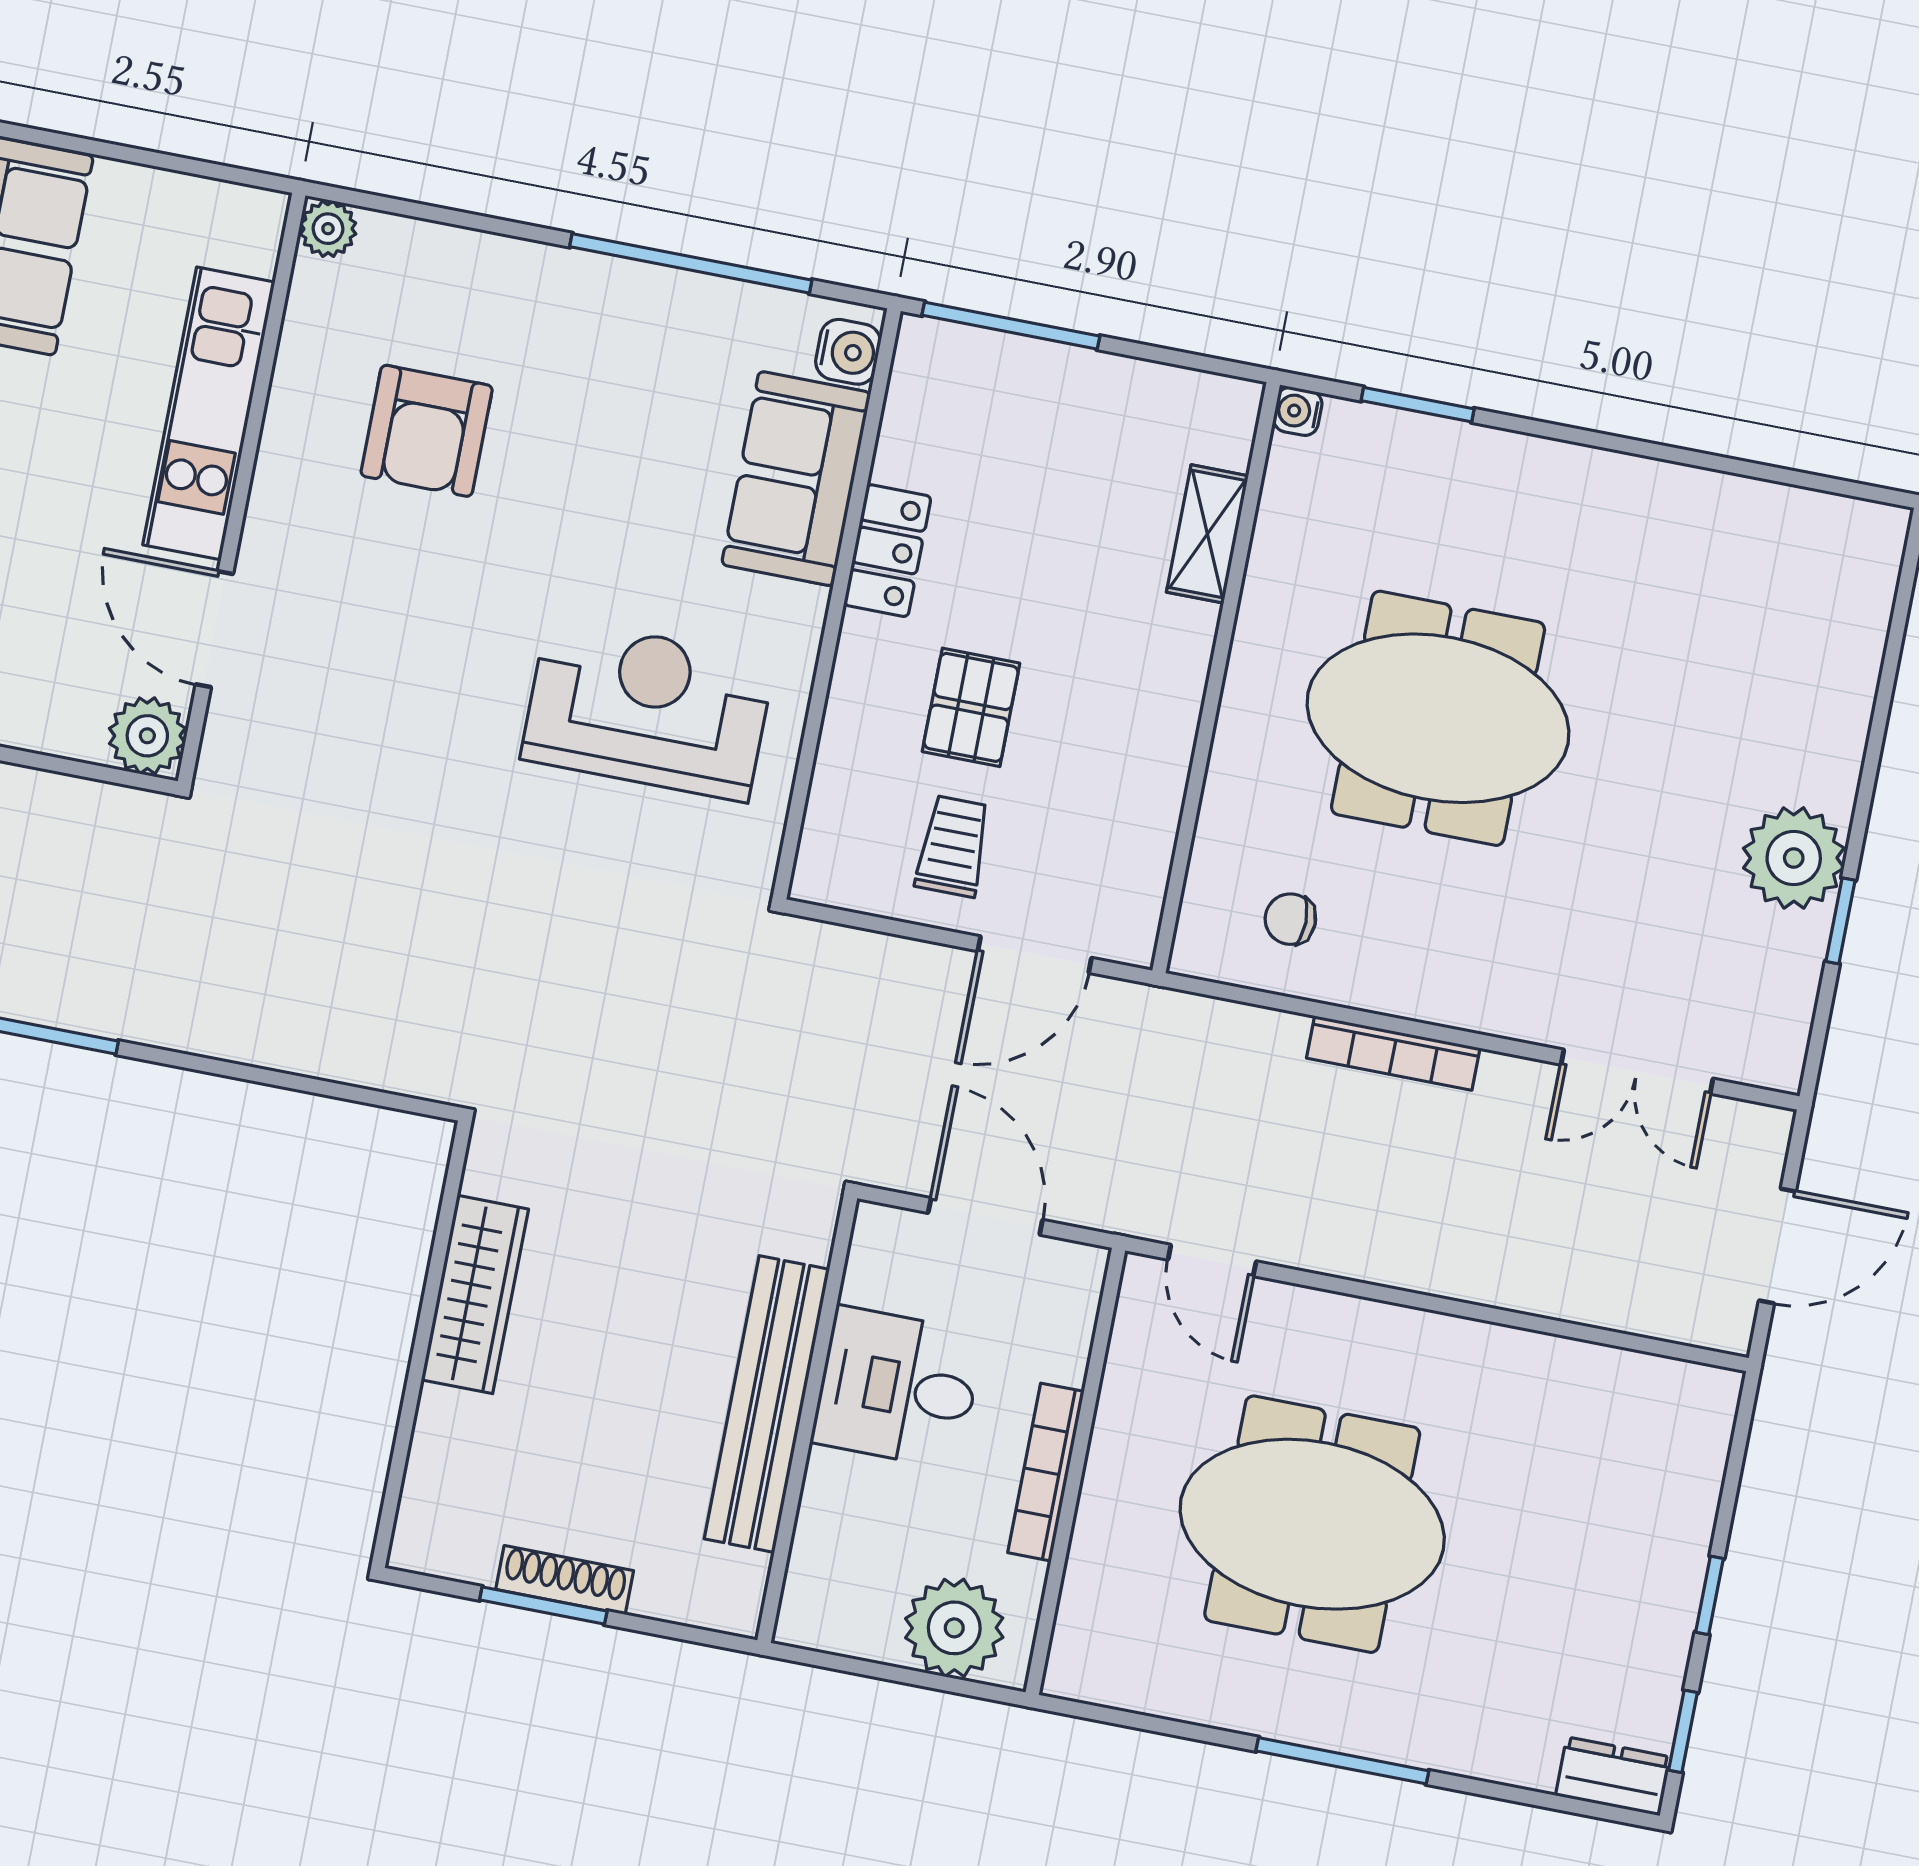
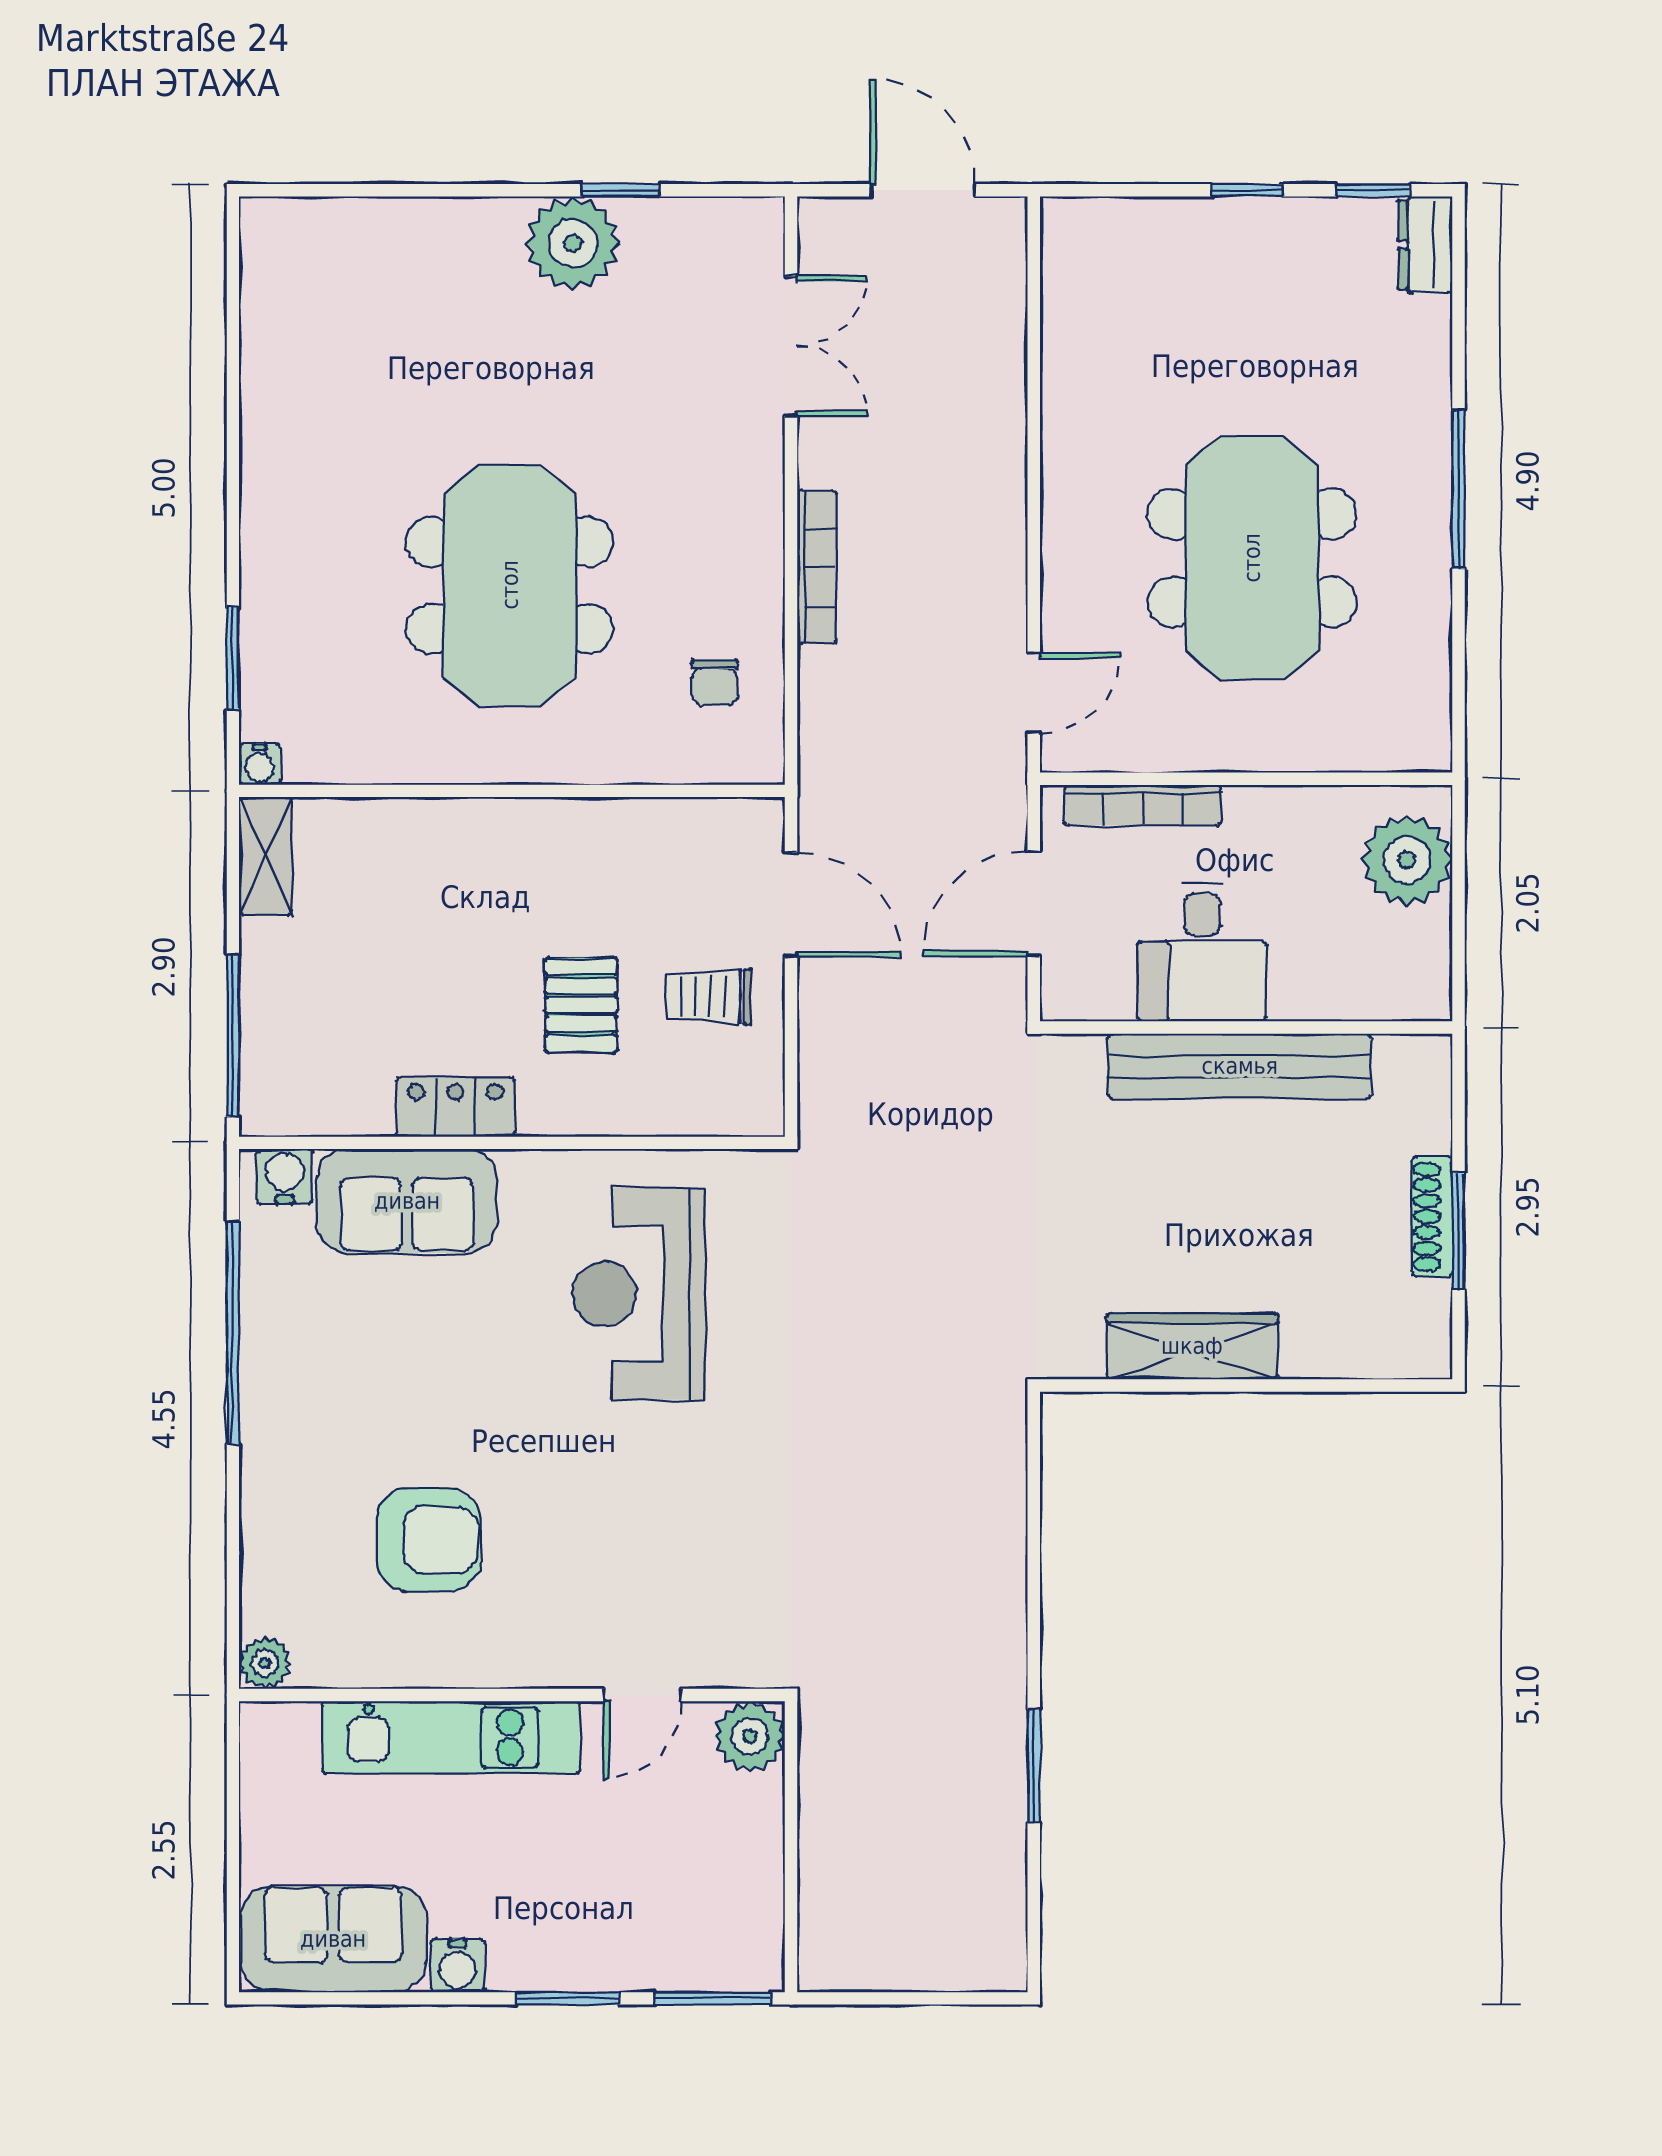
shelving: (1207, 534) -> (265, 856), moved, turned 90
door: (214, 629) -> (643, 1695), width x0.73
pallet: (971, 707) -> (581, 1005), turned 90
bookcase: (1046, 1472) -> (1143, 805), moved

